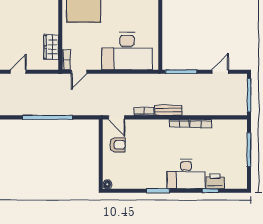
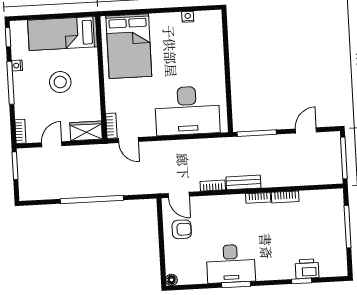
stool: (28, 23) -> (60, 82), added
wardrobe: (51, 47) -> (86, 131), moved, turned 90
door: (79, 72) -> (128, 140), hinge flipped
desk: (186, 174) -> (231, 264), moved

